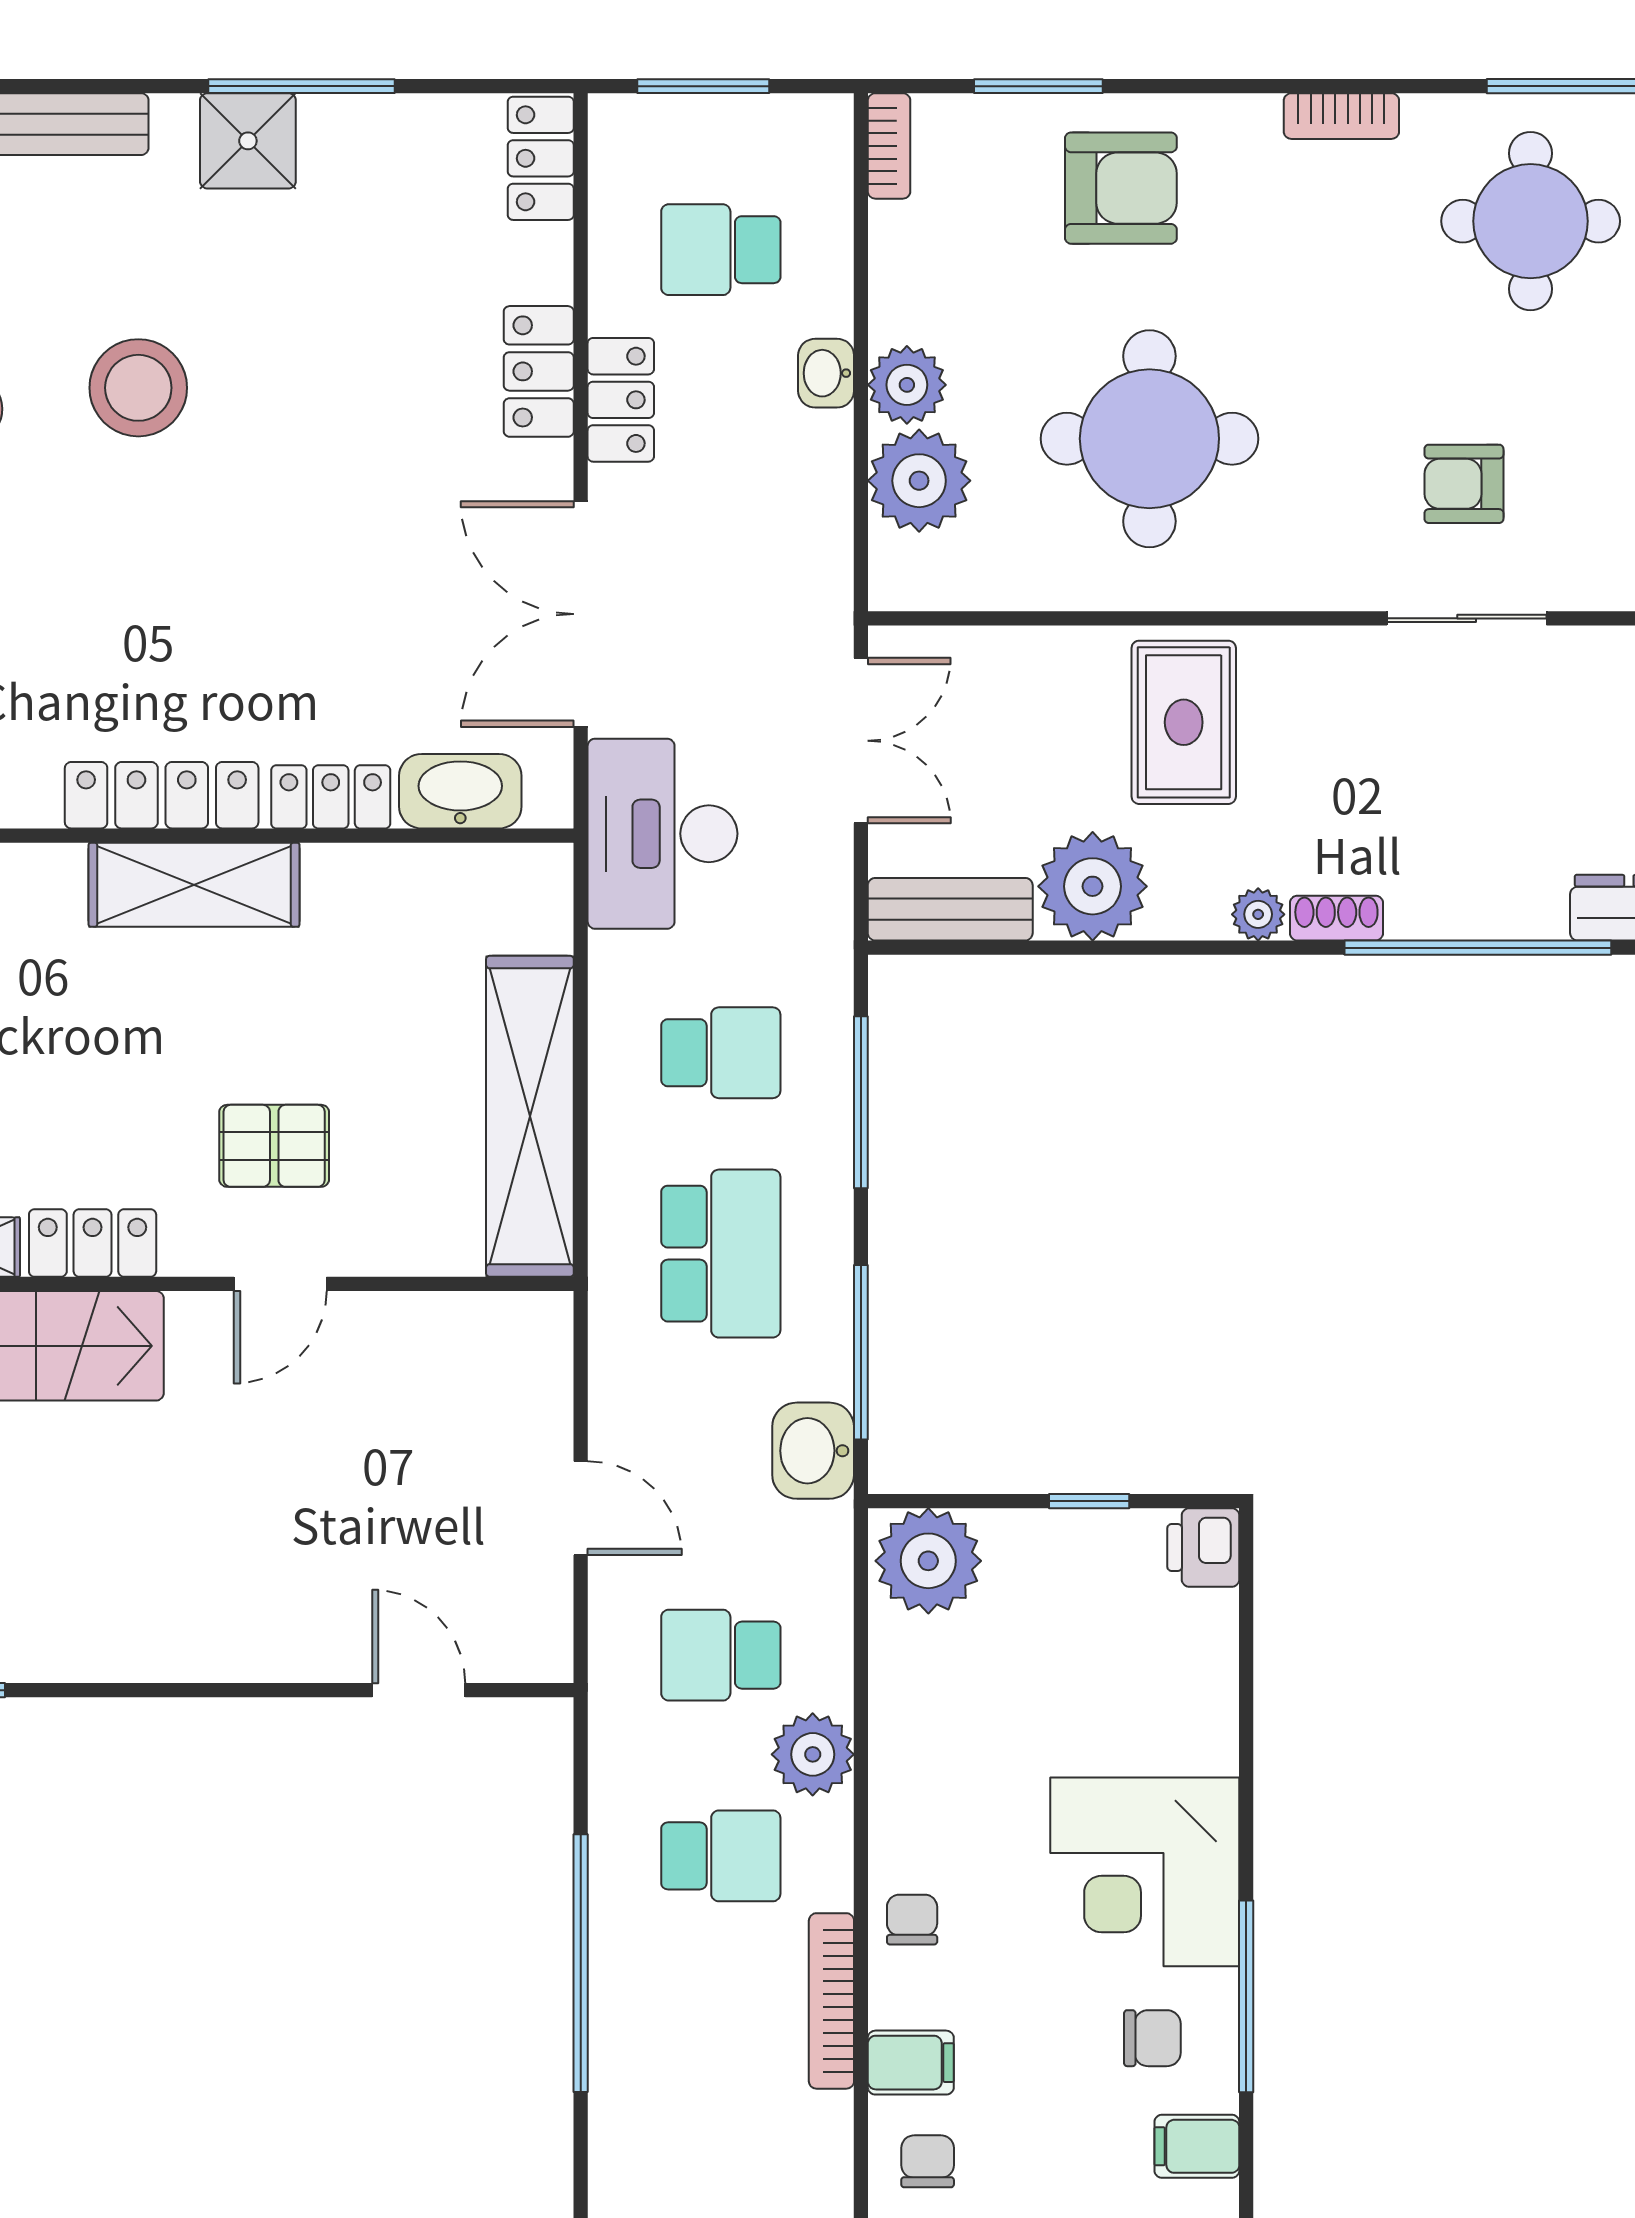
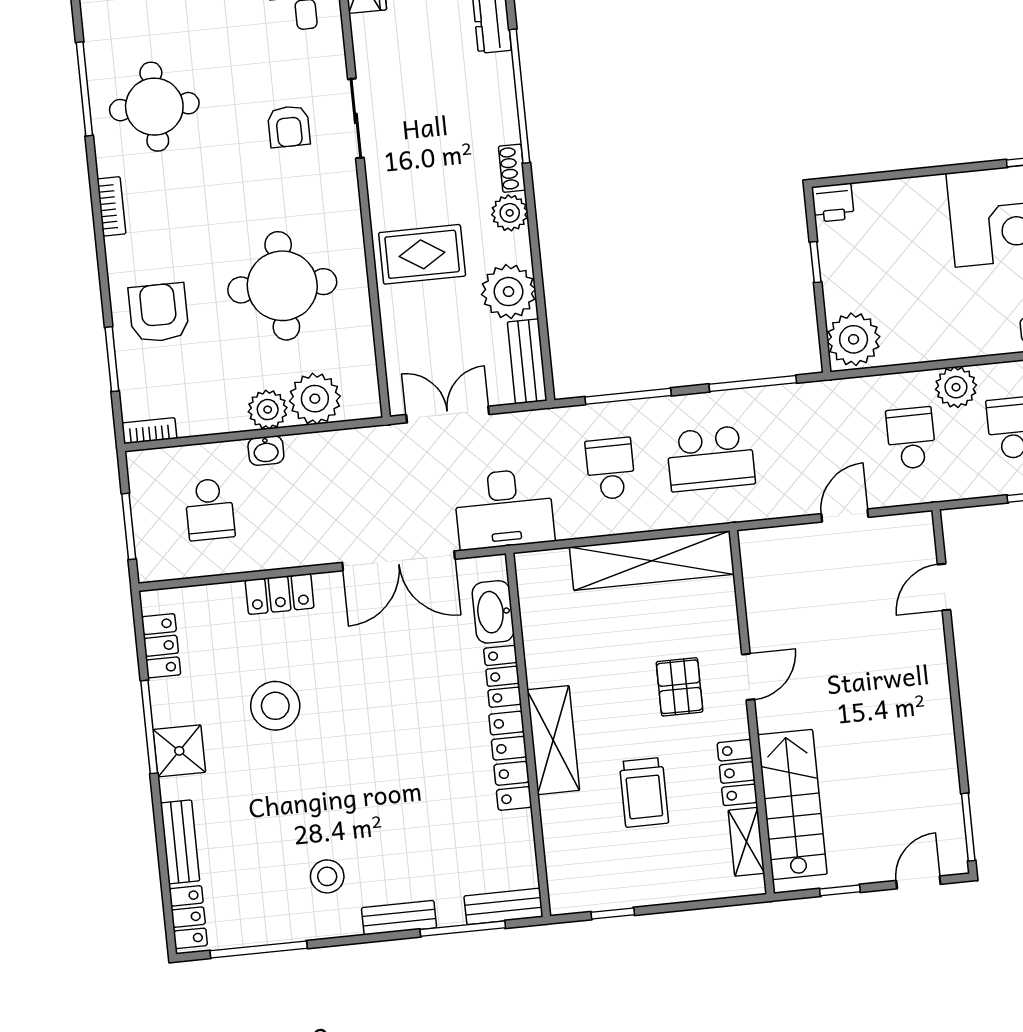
locker: (541, 158) -> (161, 646), moved, turned -90
stool: (138, 388) -> (275, 706), moved
locker: (621, 400) -> (290, 552), removed
plant: (1258, 914) -> (510, 213), width x1.38, depth x1.38
trolley: (72, 1054) -> (644, 792), added
school desk: (721, 1254) -> (711, 458), turned 180
door: (280, 1284) -> (748, 677), hinge flipped
washbasin: (813, 1451) -> (804, 402), removed
school desk: (721, 1655) -> (911, 438), turned 180

